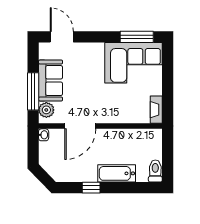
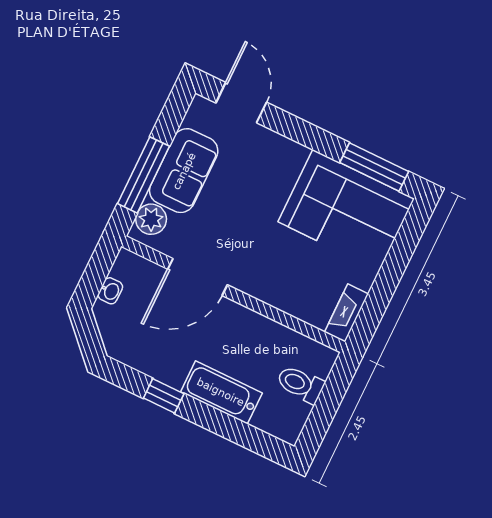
washbasin: (44, 135) -> (110, 291), moved
toilet: (155, 171) -> (300, 384), moved, turned -90

